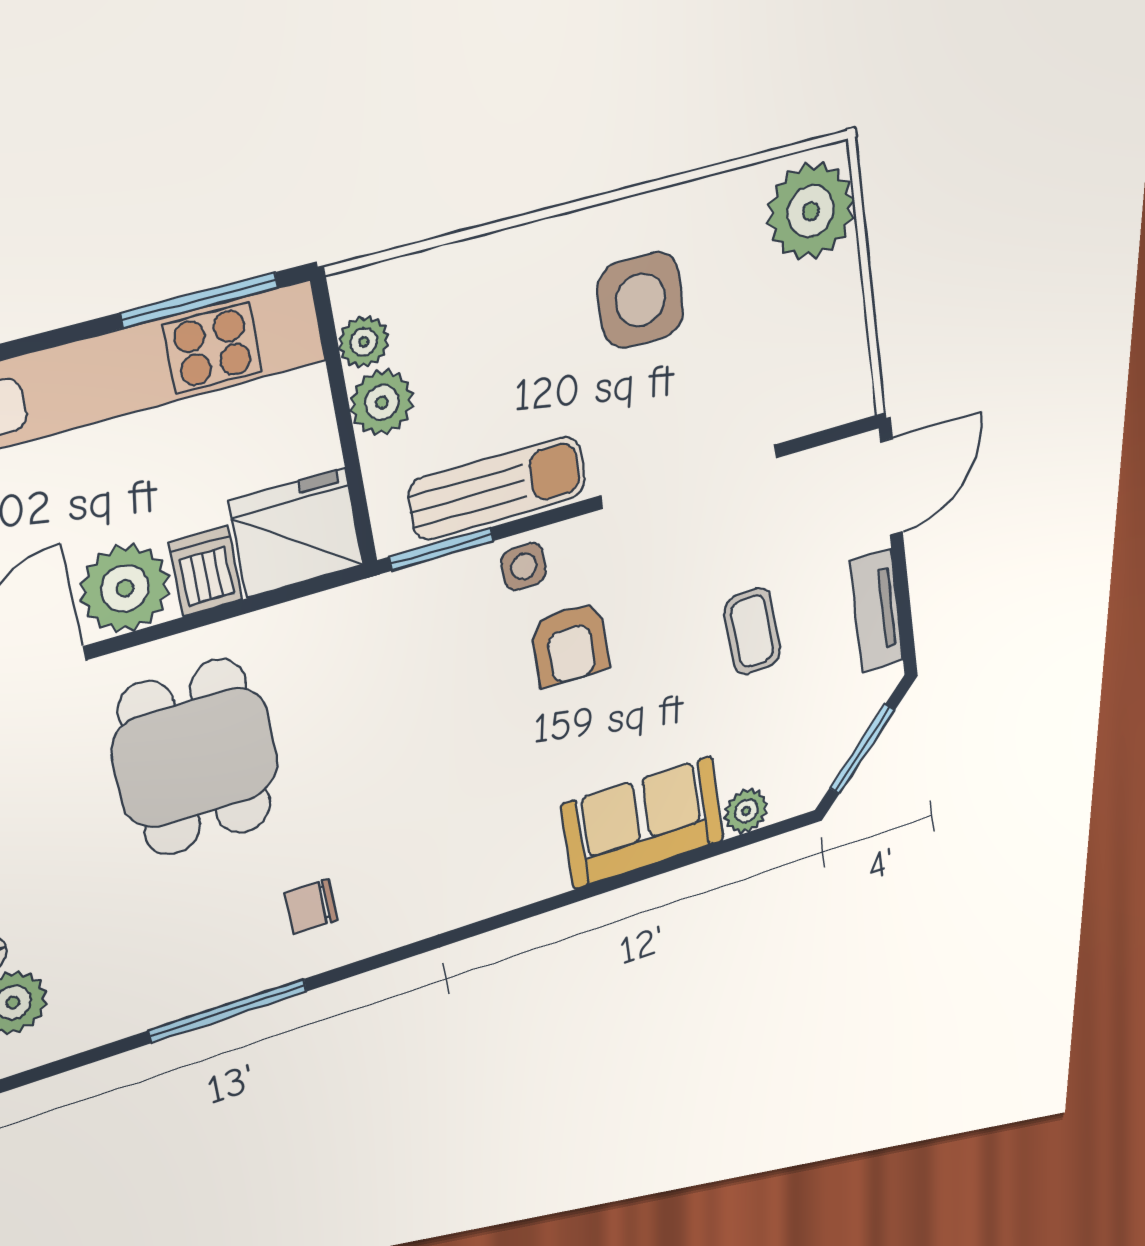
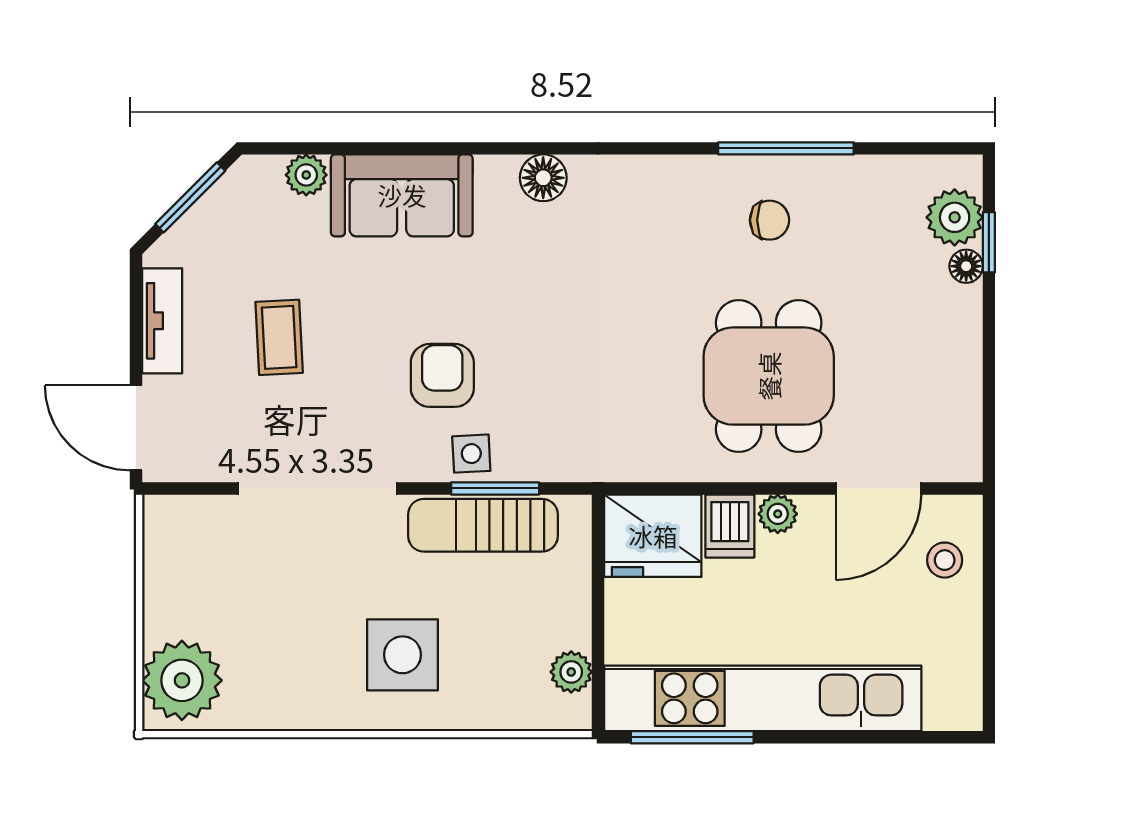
side table: (641, 300) -> (403, 655), moved
plant: (382, 402) -> (565, 621), removed
door: (891, 487) -> (136, 428), hinge flipped
window: (442, 549) -> (495, 488), moved
plant: (125, 588) -> (778, 514), width x0.53, depth x0.53
floor lamp: (494, 891) -> (543, 178), added
chair: (311, 907) -> (770, 220), moved

